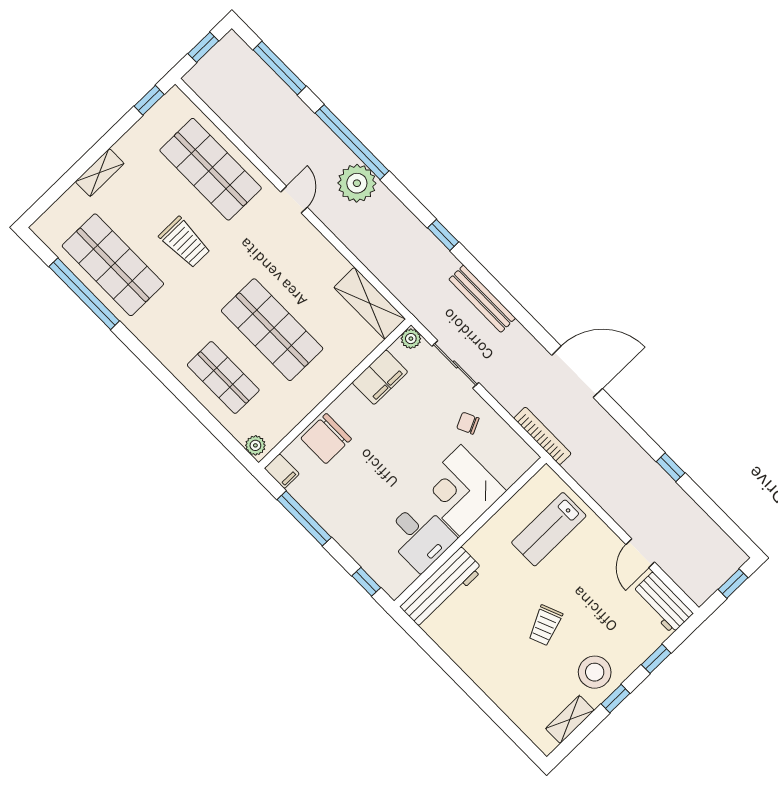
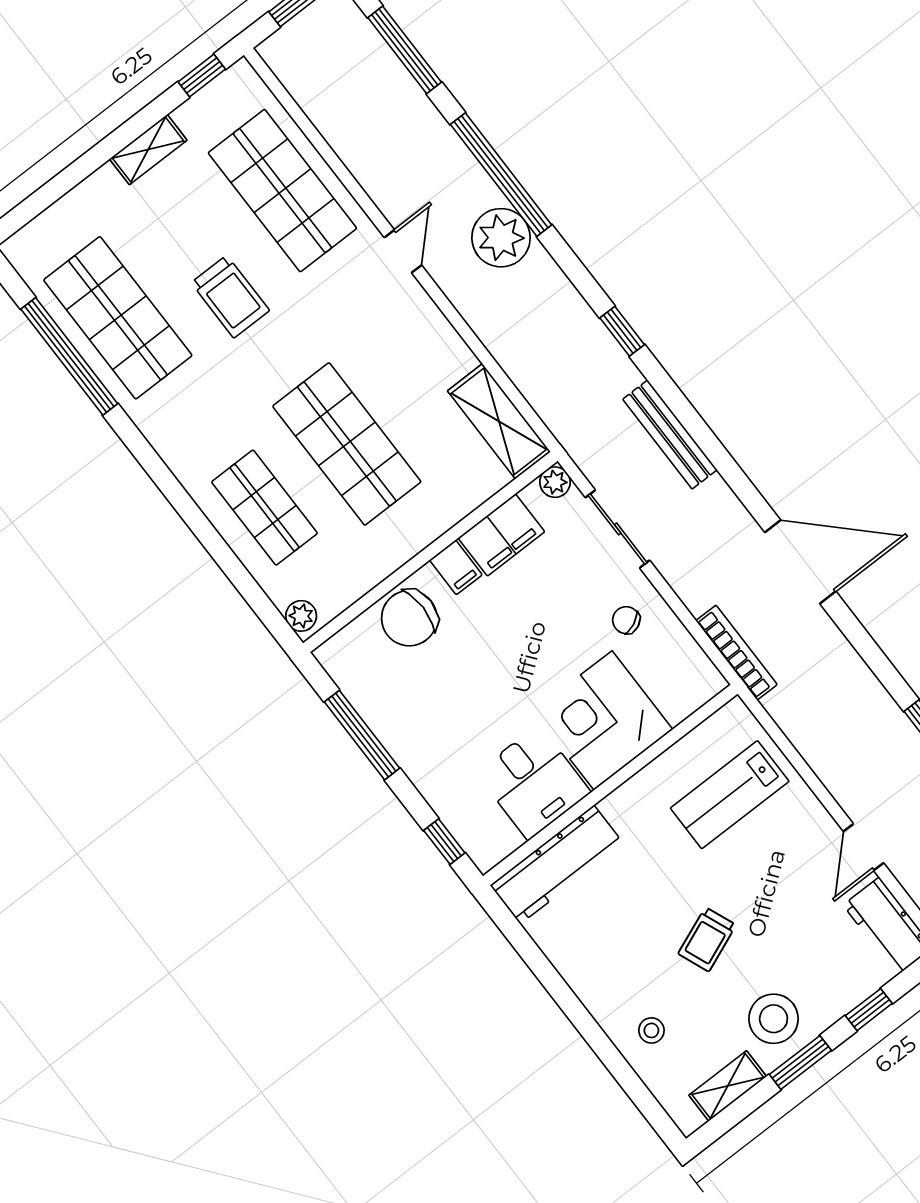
shelving: (100, 172) -> (148, 150), moved
filing cabinet: (282, 471) -> (456, 567), moved
stool: (516, 689) -> (651, 1030), added
window: (616, 699) -> (800, 1062), width x1.50

